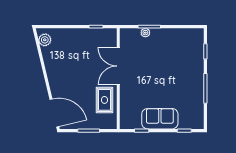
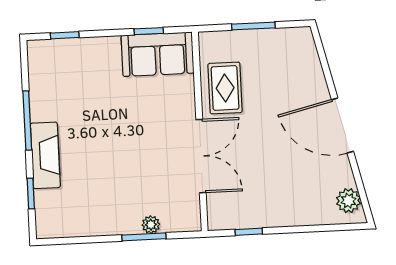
fireplace: (197, 70) -> (45, 155), added
door: (54, 113) -> (342, 125), moved
sofa: (160, 119) -> (158, 54), moved

